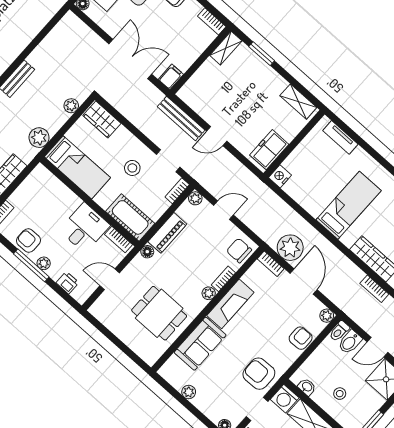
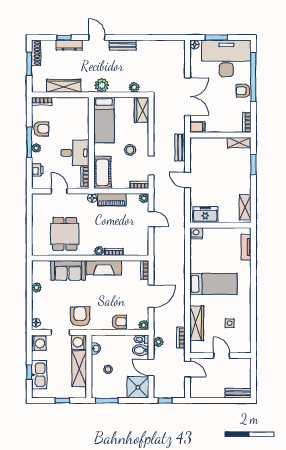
bench: (181, 118) -> (180, 147), width x0.73
armchair: (29, 241) -> (41, 129), turned 90
plant: (290, 248) -> (158, 342), moved, width x0.53, depth x0.53
chair: (239, 250) -> (137, 247), removed

